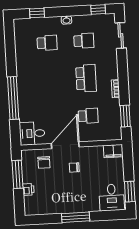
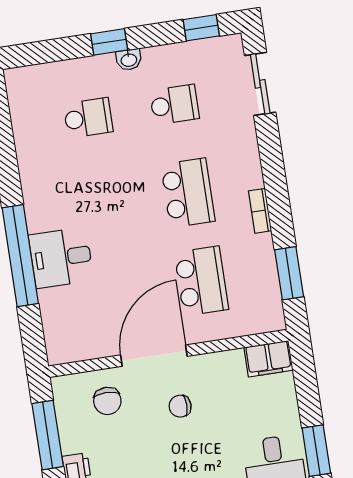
window: (37, 13) -> (109, 42), moved
school desk: (88, 116) -> (201, 281), width x1.85
desk: (32, 133) -> (61, 258), moved

